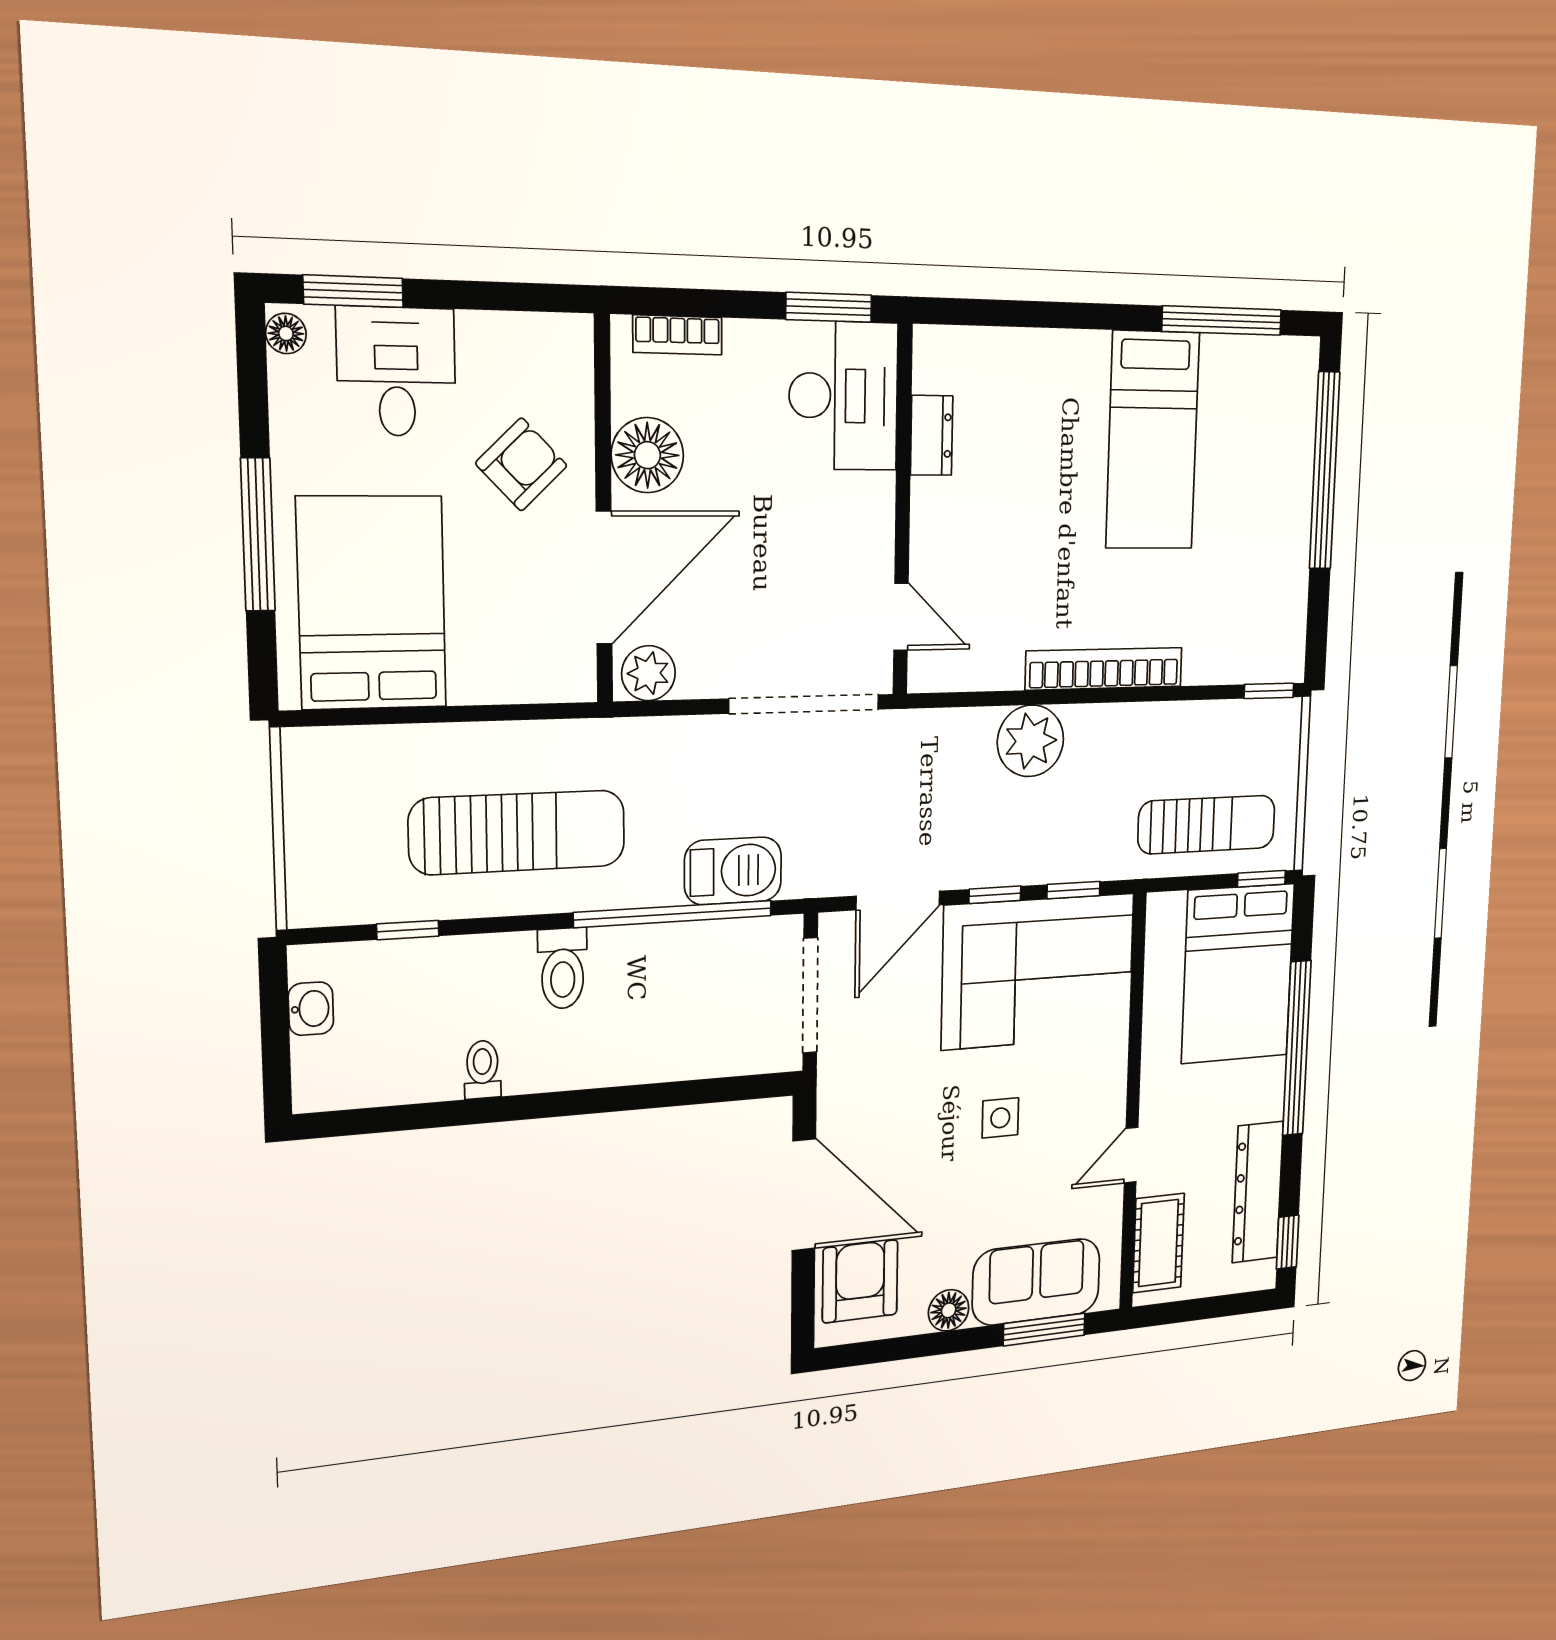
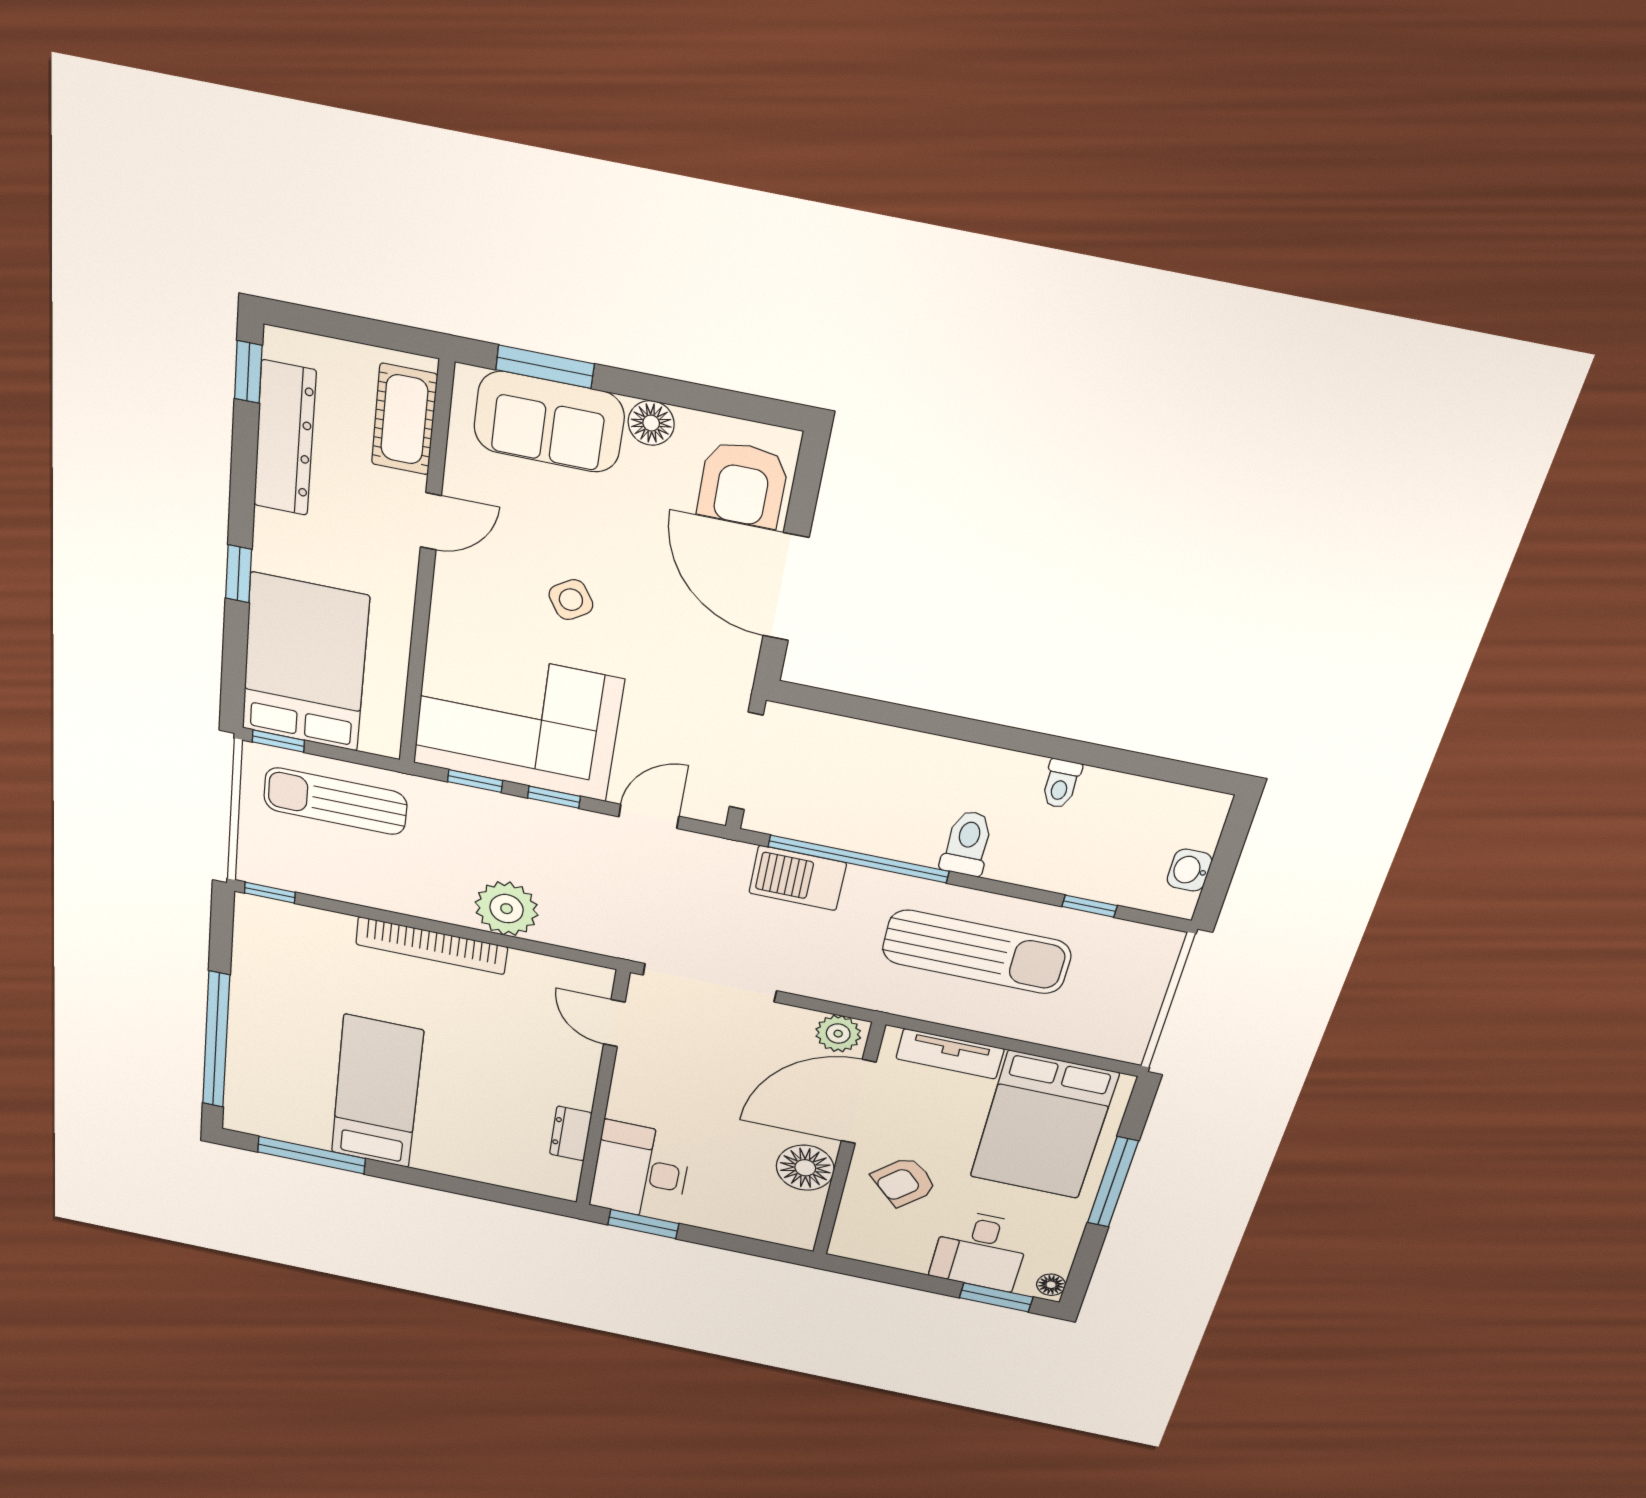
bookcase: (677, 335) -> (765, 1231), removed
tv unit: (513, 680) -> (950, 1054), added
sun lounger: (518, 832) -> (976, 952), turned 180
door: (898, 901) -> (649, 816), width x0.73
window: (1297, 1048) -> (239, 574), width x0.32
side table: (1000, 1118) -> (571, 600), turned -33

